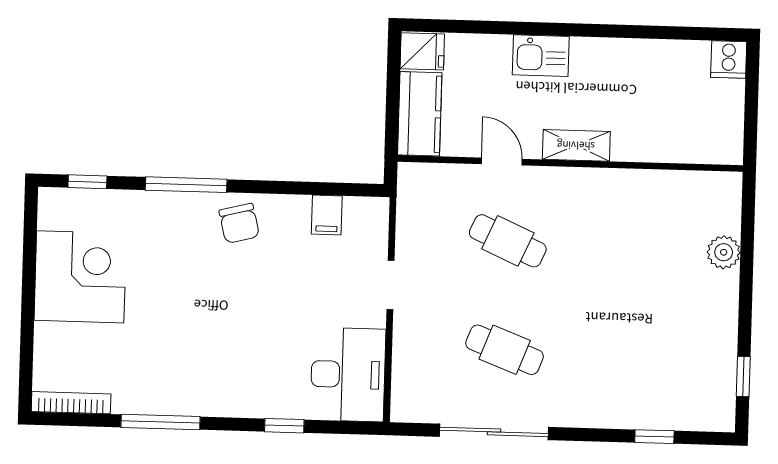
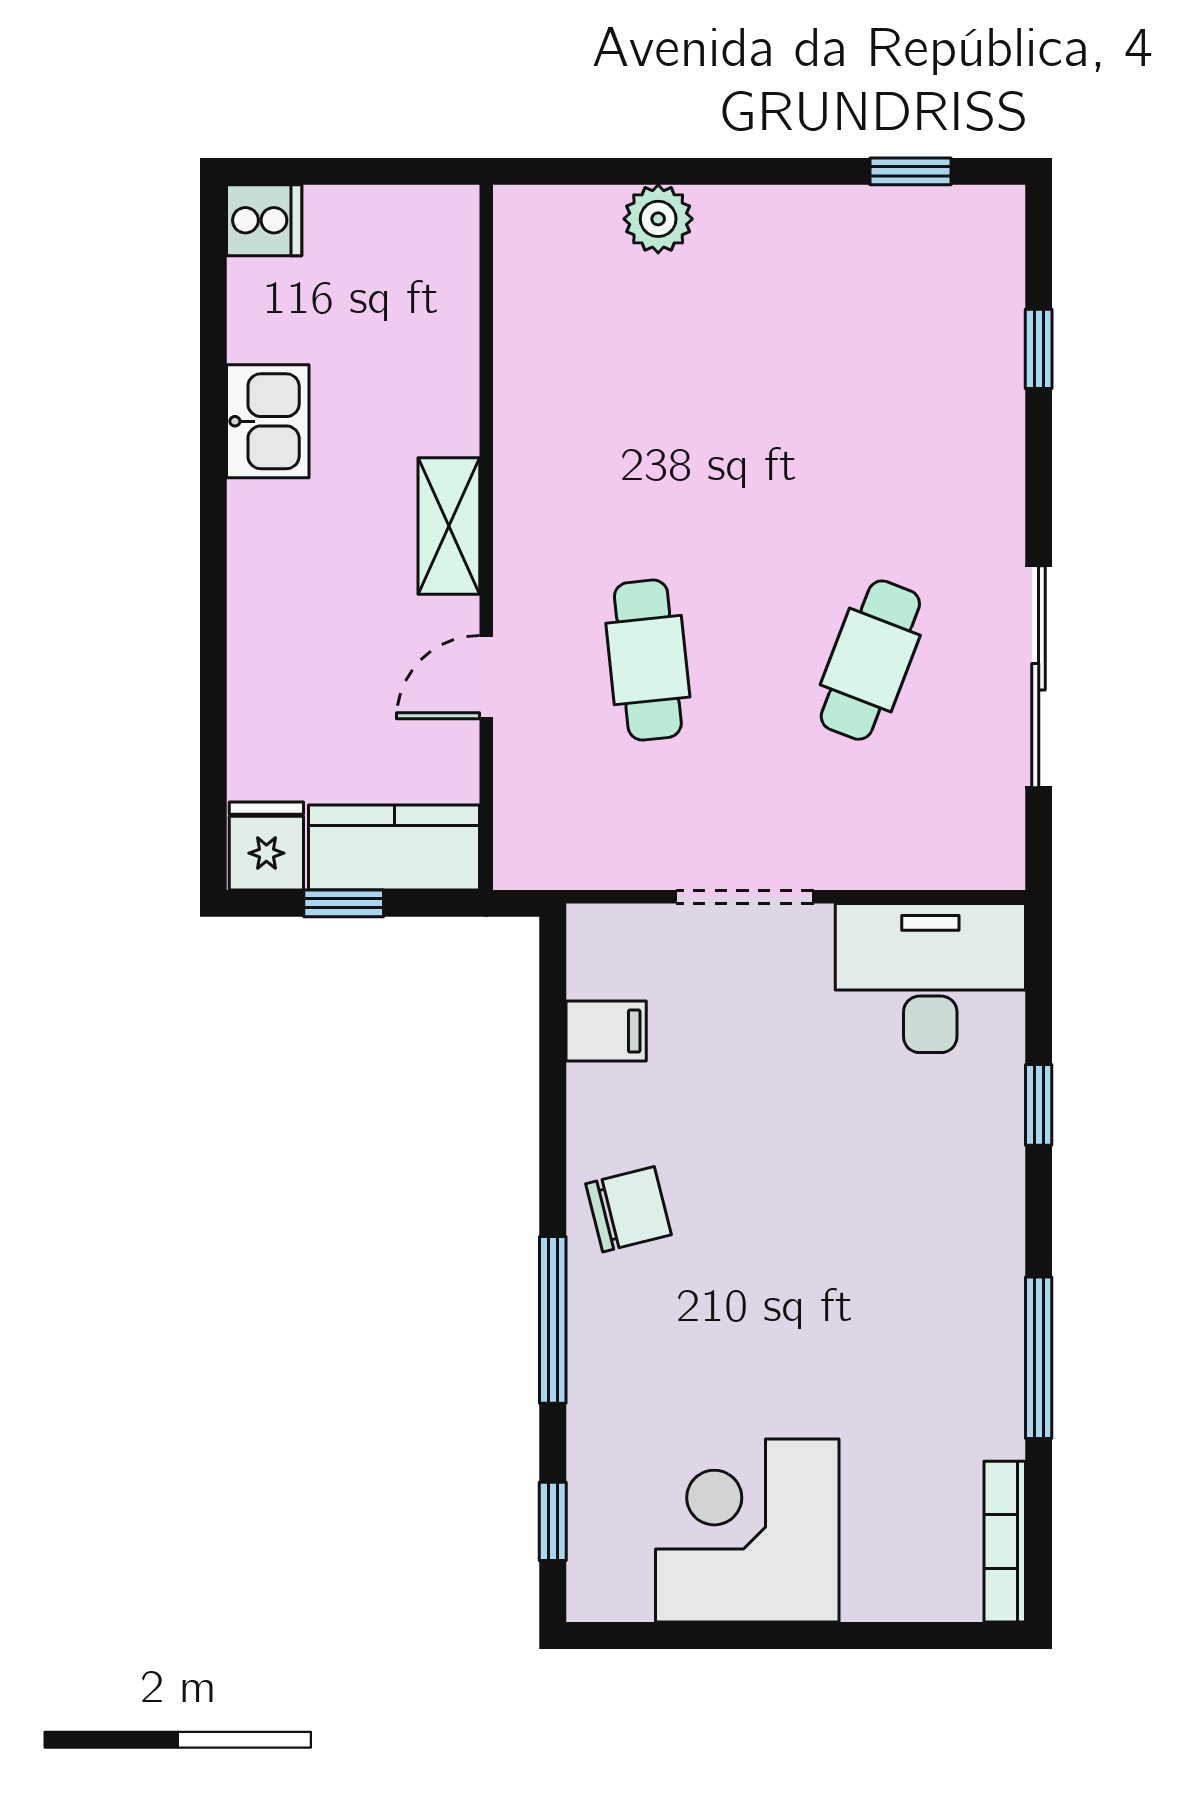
kitchen sink: (541, 56) -> (268, 421), moved
window: (393, 88) -> (344, 903), added
cafe table: (508, 241) -> (648, 660), turned -30
doorway: (390, 285) -> (745, 897), width x1.38

